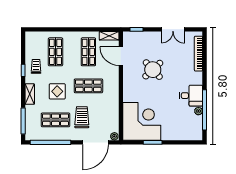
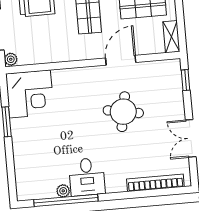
door: (121, 56) -> (121, 60), moved
round table: (153, 70) -> (123, 112), turned -37
corner desk: (142, 121) -> (30, 94), width x0.74, depth x0.74

